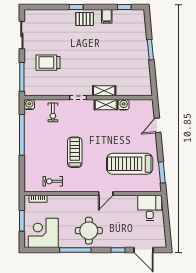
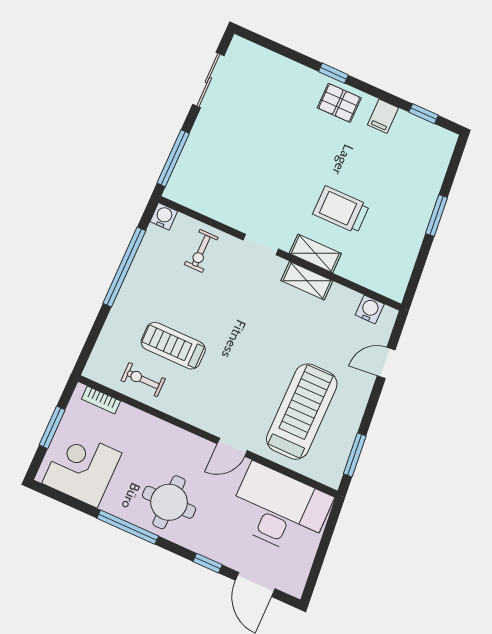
trolley: (48, 63) -> (341, 210), moved
water cooler: (124, 105) -> (370, 309), moved
treadmill: (75, 152) -> (173, 346), moved, turned -90
treadmill: (130, 164) -> (302, 412), turned 90
desk: (150, 208) -> (280, 510), width x1.87, depth x1.30

